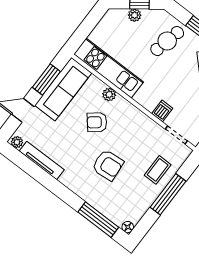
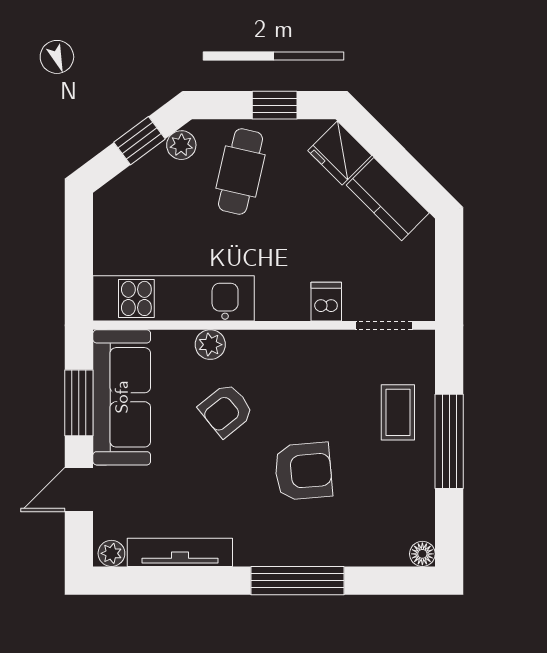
plant: (135, 15) -> (181, 145), moved
window: (98, 220) -> (298, 581), moved

